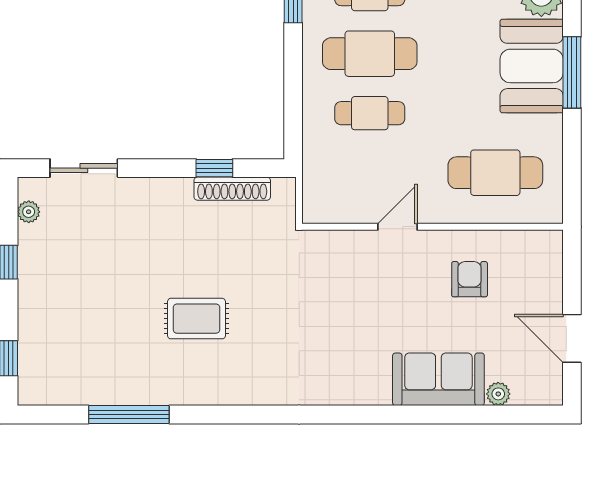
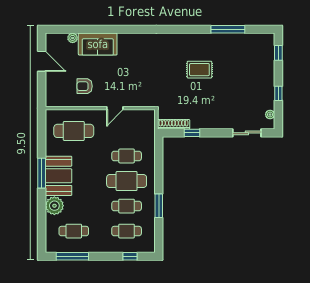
shoe rack: (232, 189) -> (174, 124), moved
armchair: (470, 279) -> (85, 86), turned 90

